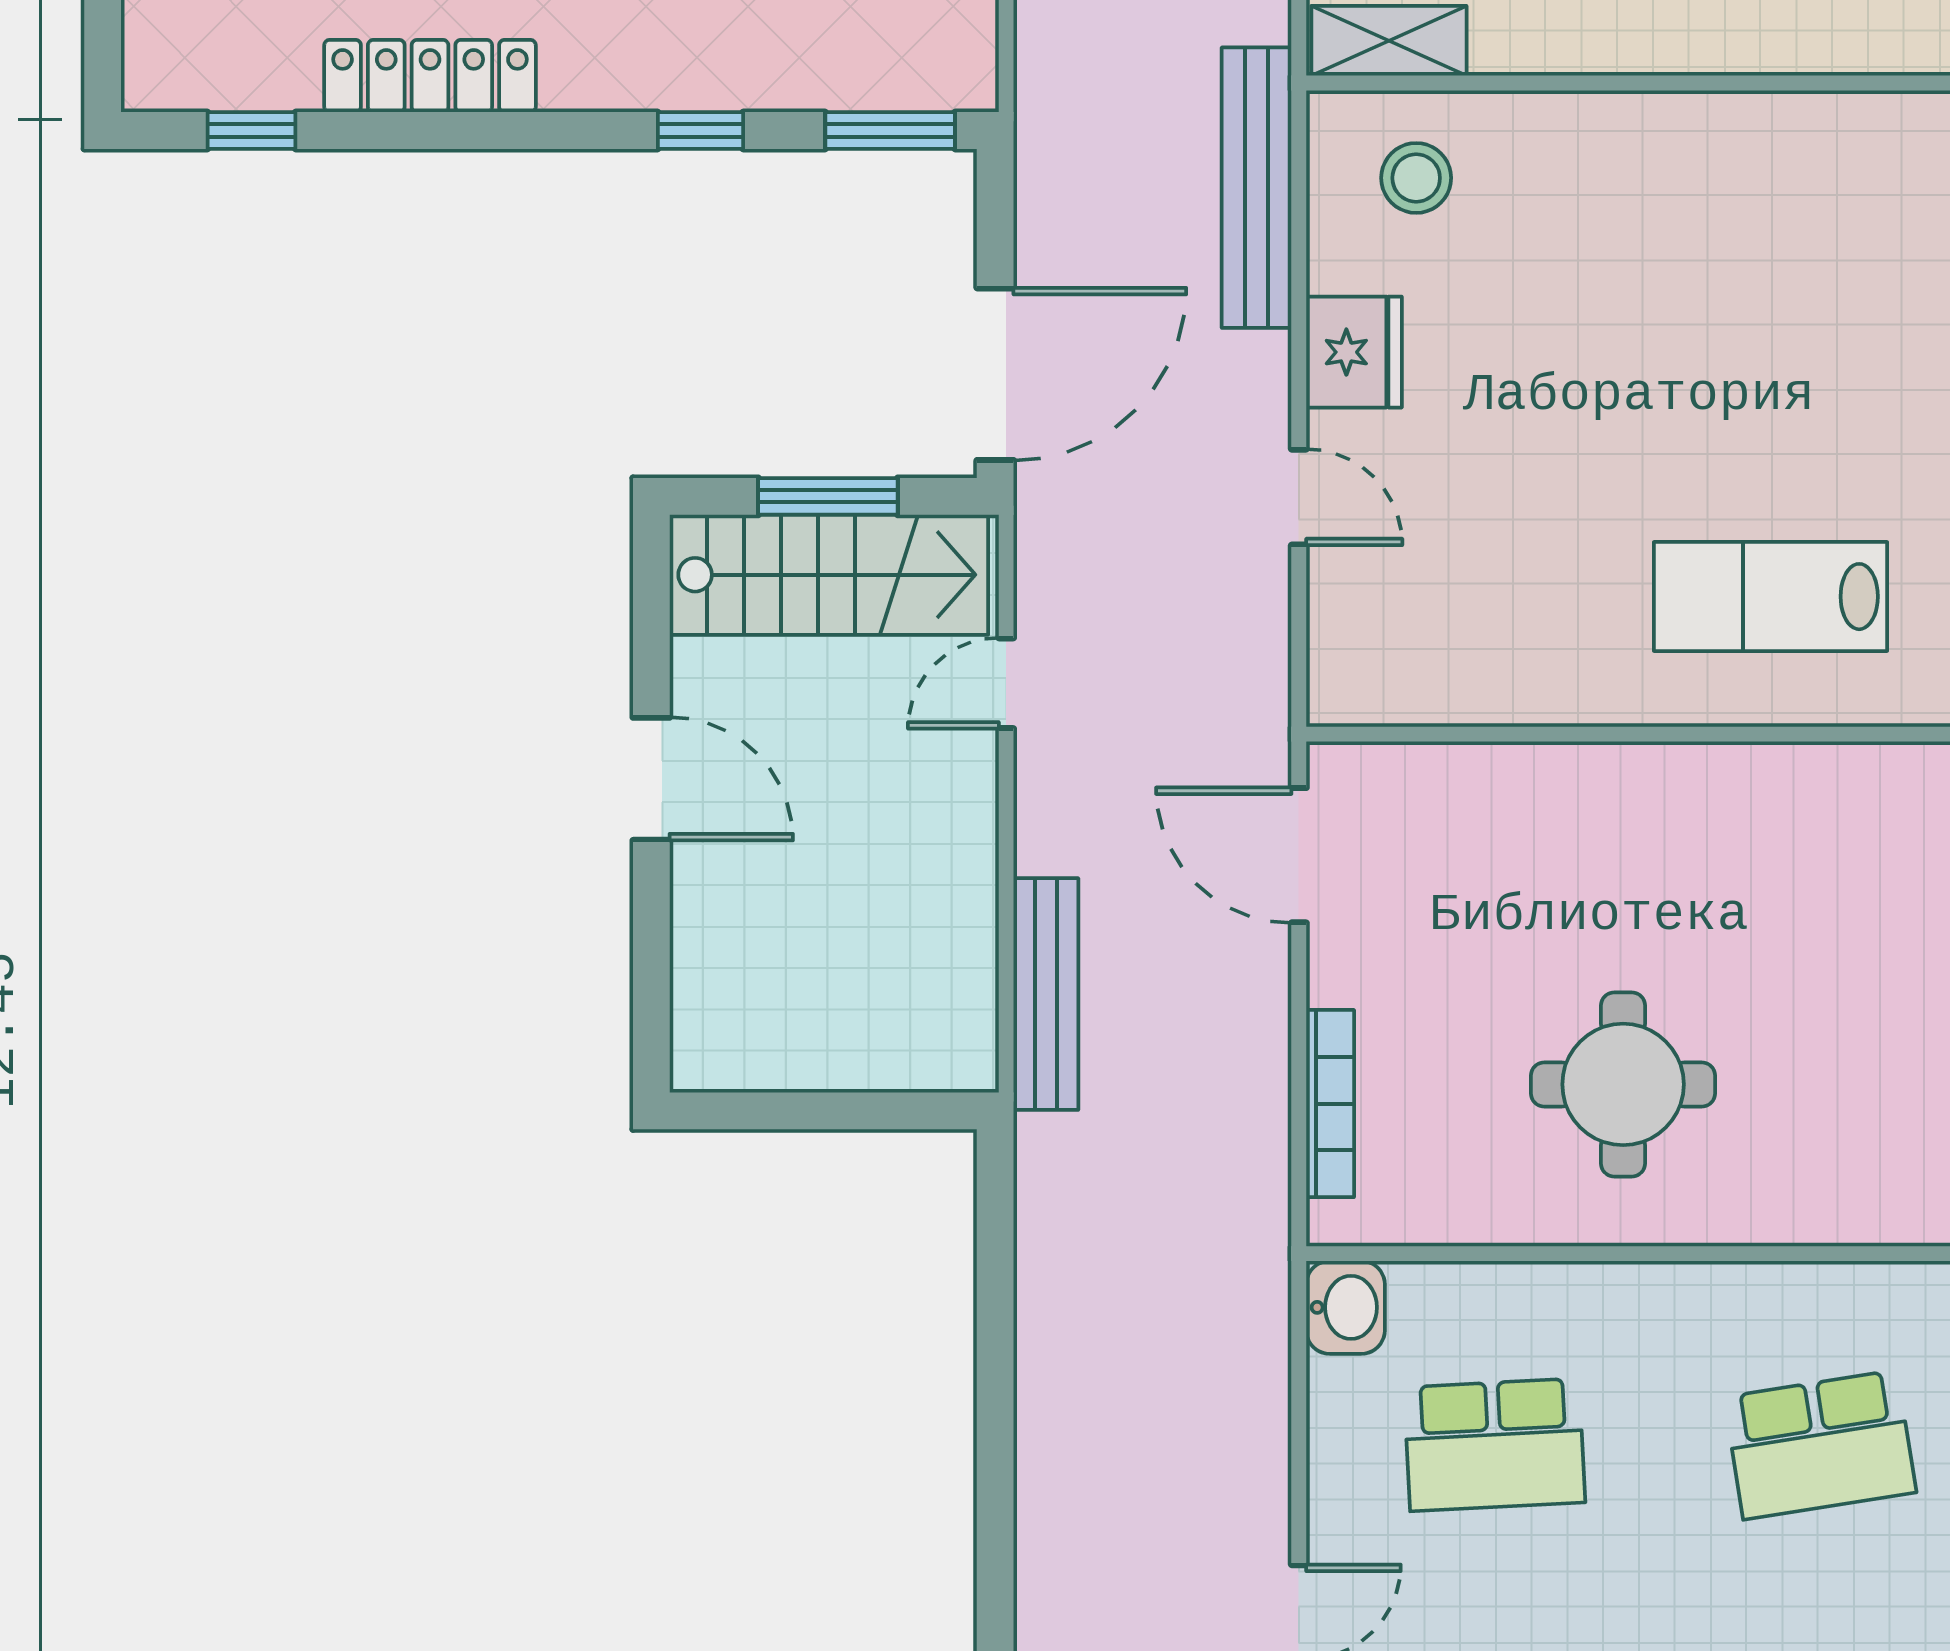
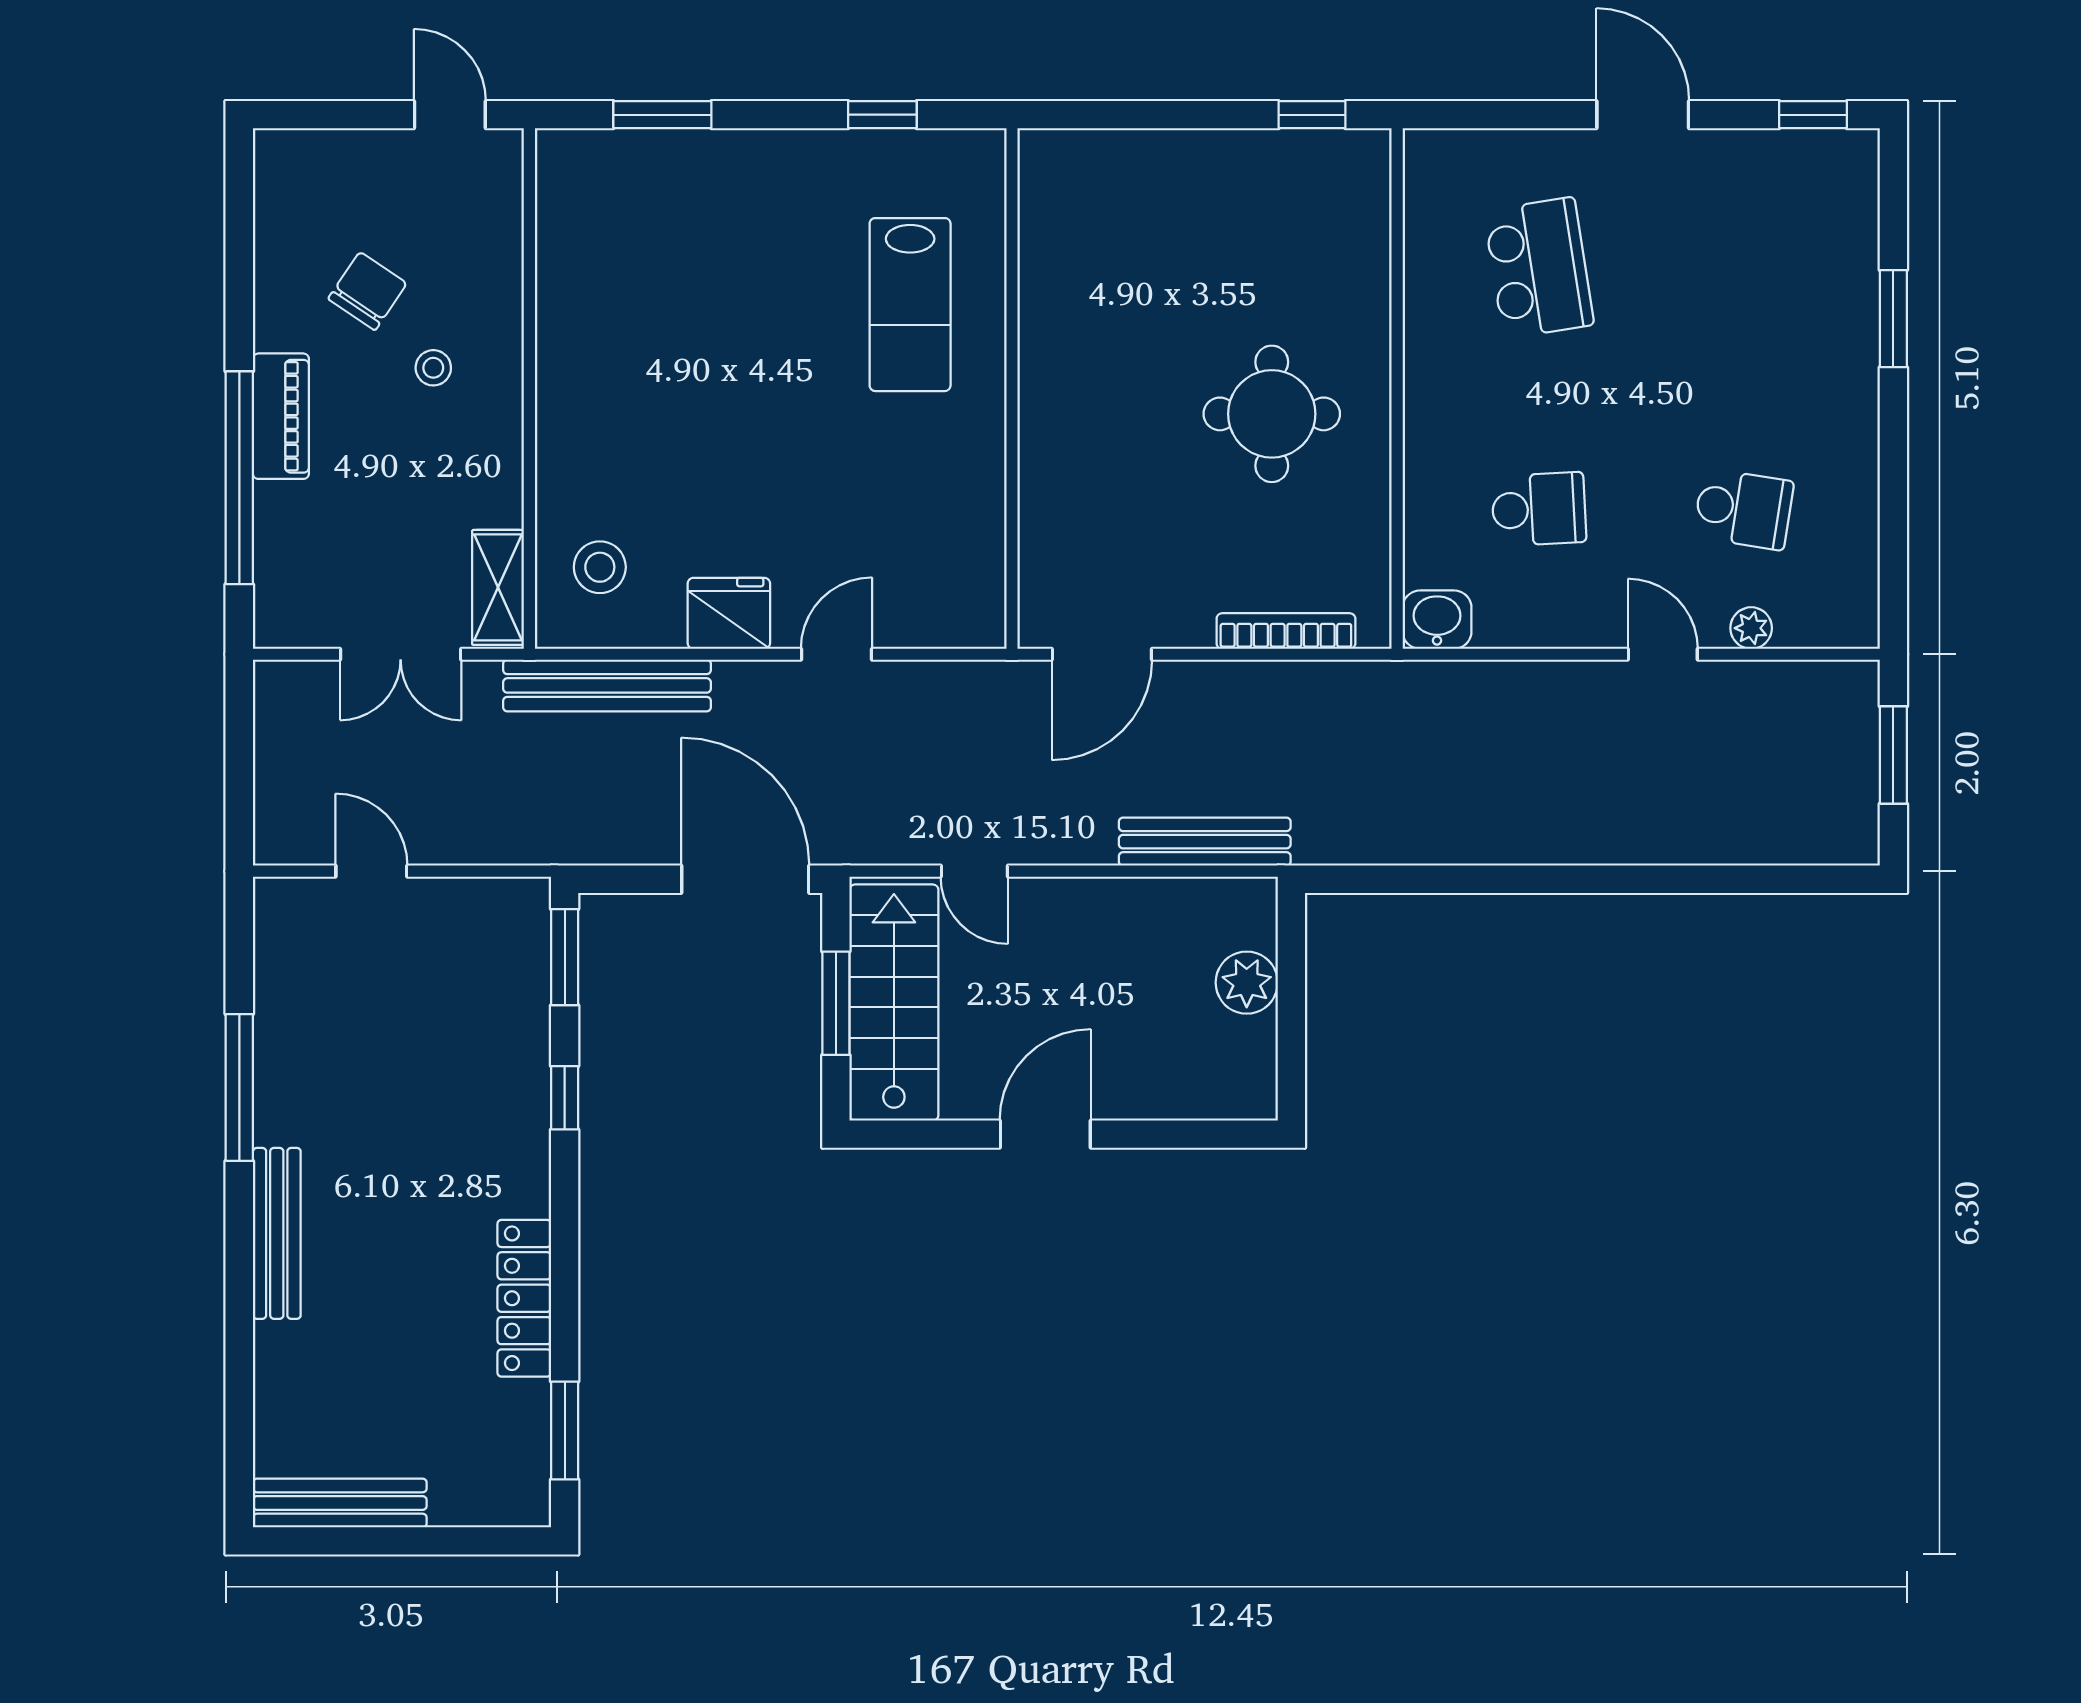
window: (252, 131) -> (565, 1431), width x1.50
plant: (856, 1051) -> (1247, 983), added
school desk: (1495, 1445) -> (1539, 509), width x0.54

